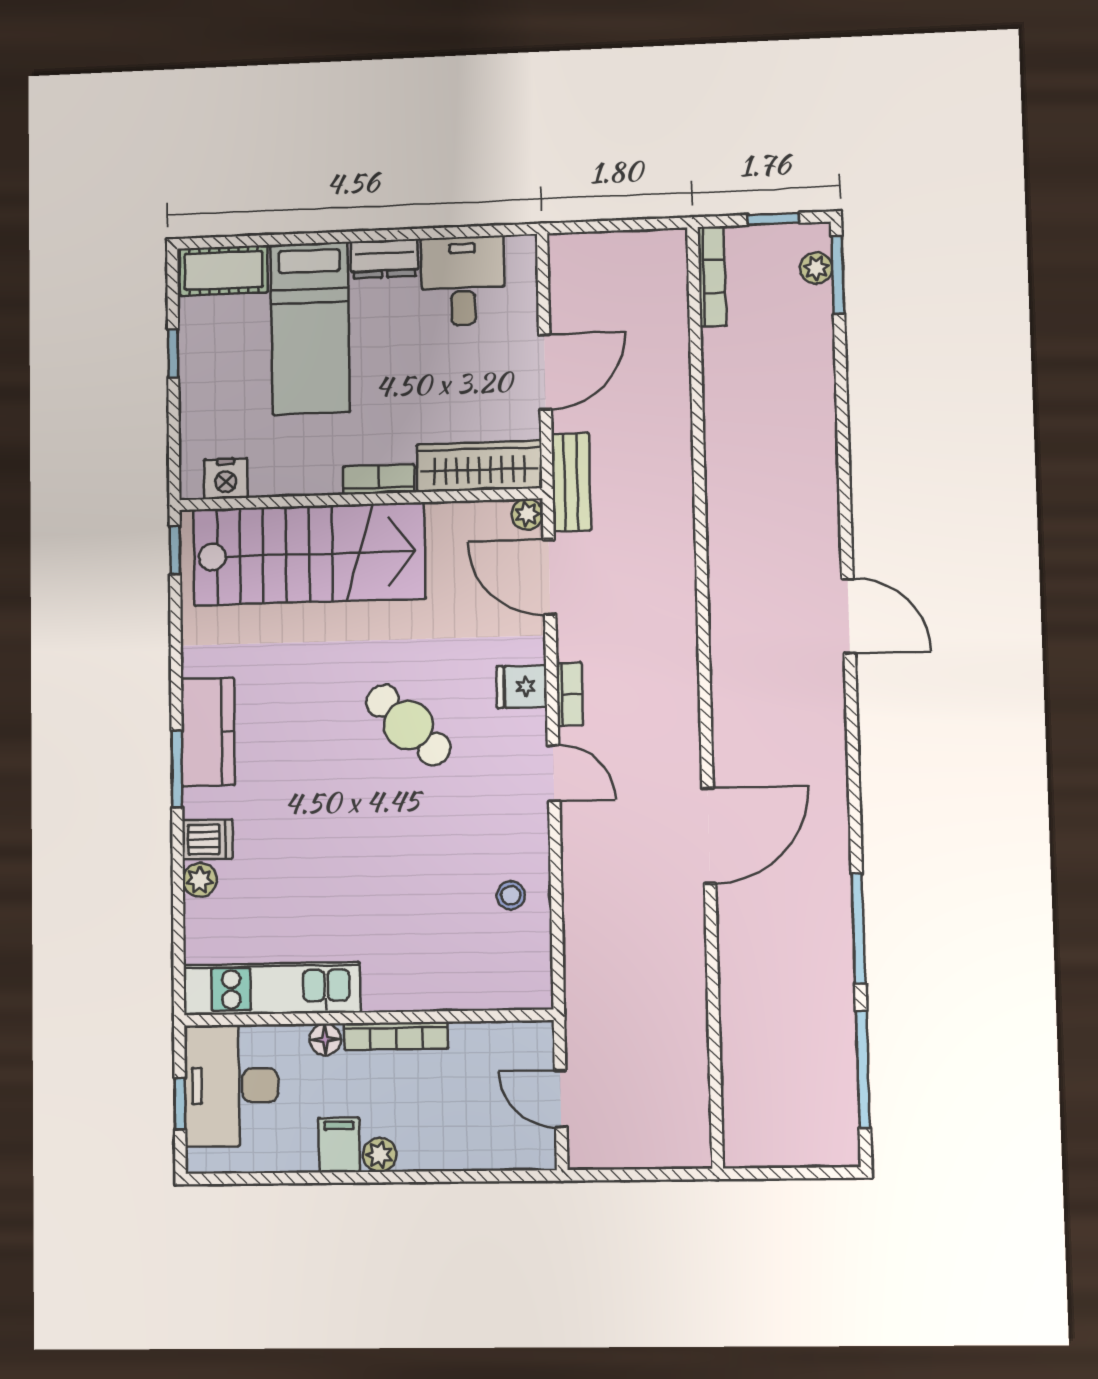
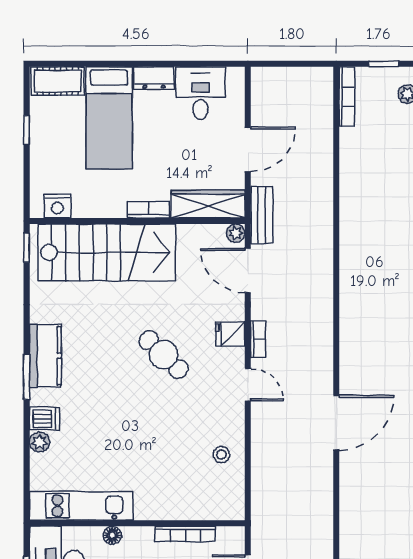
bookcase: (396, 1036) -> (185, 534), moved

